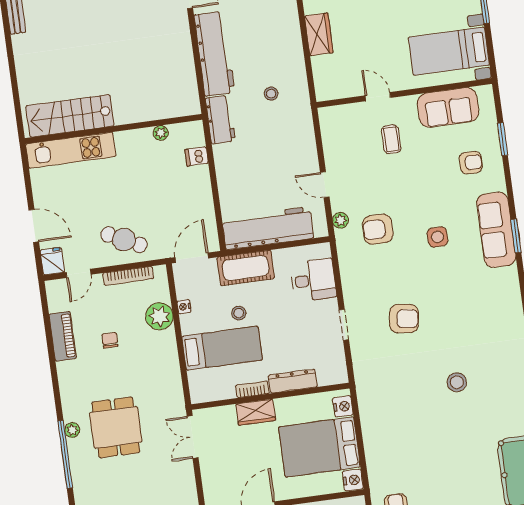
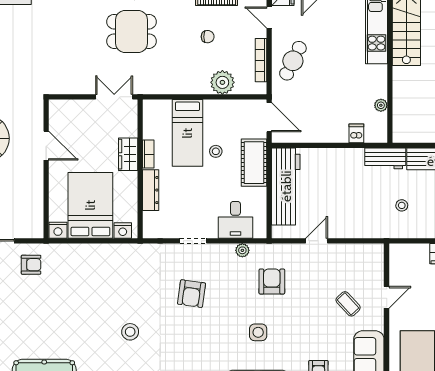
coffee table: (391, 139) -> (348, 304), turned 47
plant: (340, 220) -> (242, 250), moved
nightstand: (184, 307) -> (228, 105), removed

